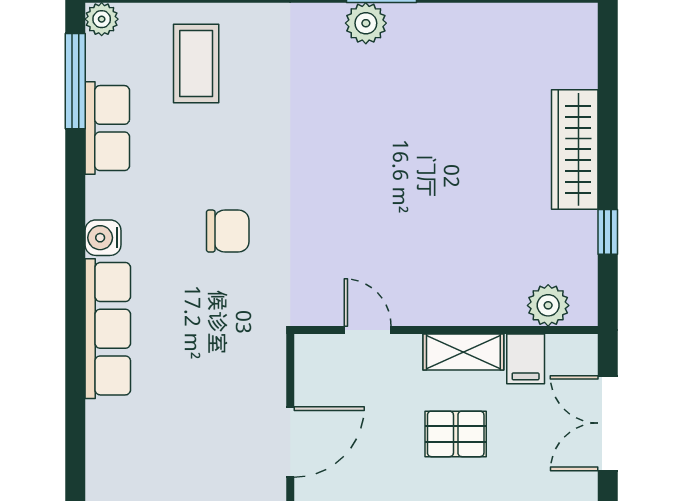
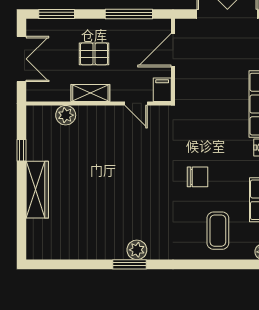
chair: (228, 231) -> (198, 177), moved, turned 180
plant: (548, 305) -> (66, 115), moved
filing cabinet: (526, 359) -> (162, 90), moved

